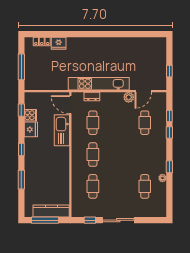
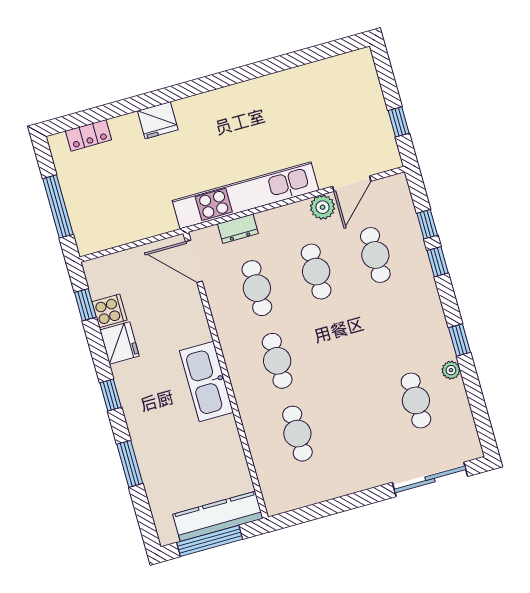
fridge: (59, 43) -> (158, 120), moved
cafe table: (119, 123) -> (316, 272), added
kitchen sink: (62, 130) -> (207, 382), moved
window: (90, 220) -> (312, 512), removed
sliding door: (118, 220) -> (430, 479), moved

